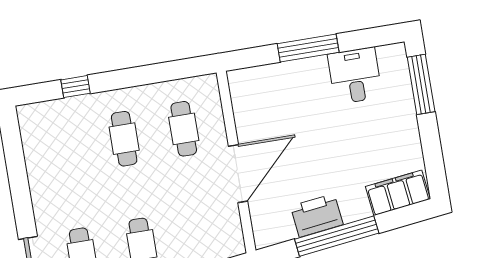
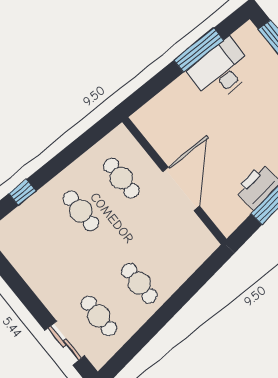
window: (308, 48) -> (199, 50), moved
desk: (355, 76) -> (221, 71), width x1.37

